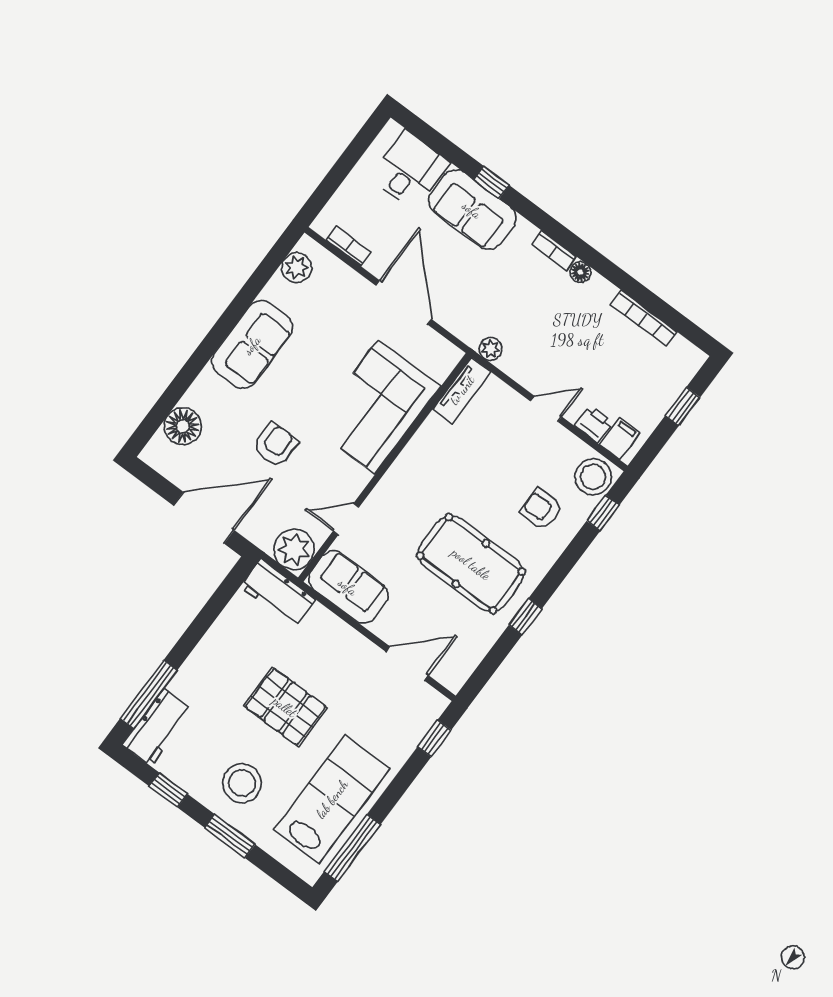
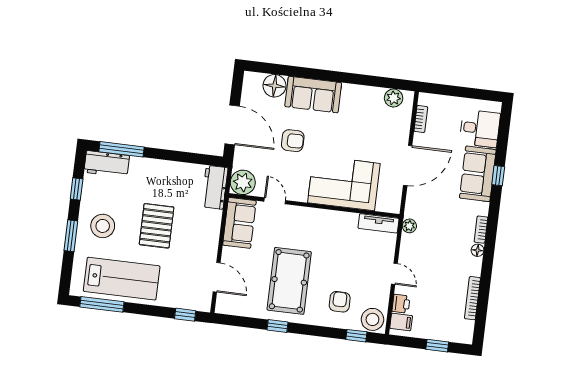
sofa: (252, 345) -> (313, 95), moved

